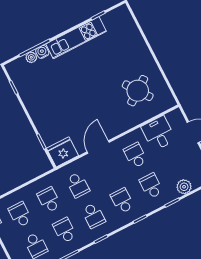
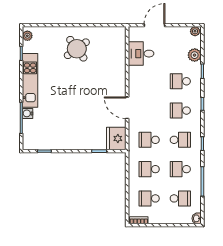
plant: (31, 57) -> (27, 36), moved
round table: (138, 91) -> (77, 49), moved
school desk: (135, 155) -> (149, 81), removed
school desk: (78, 185) -> (149, 140), turned 180

